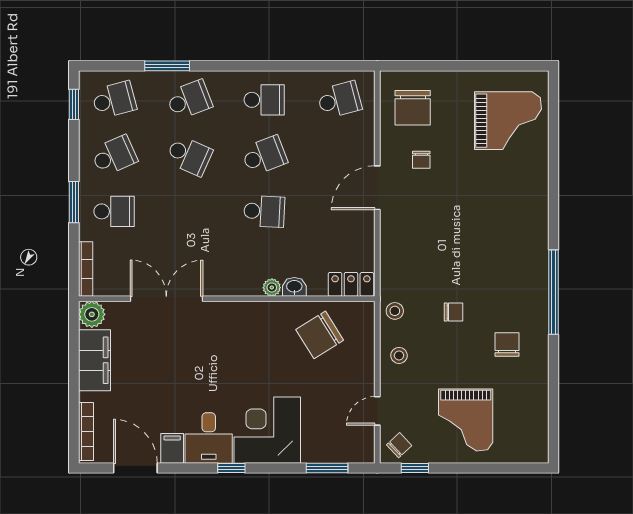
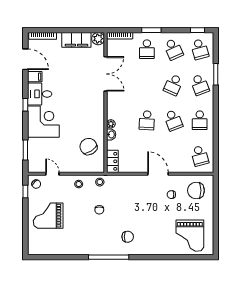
chair: (507, 344) -> (128, 237), moved
door: (135, 468) -> (25, 59), hinge flipped

